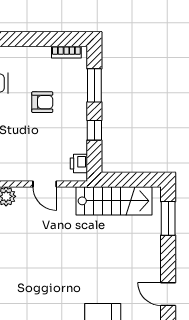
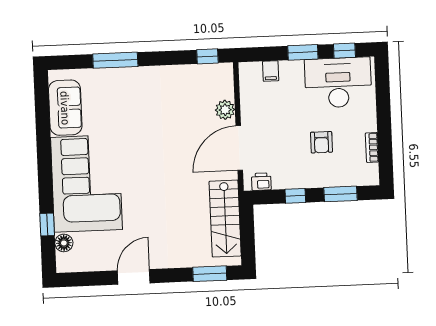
bookcase: (66, 52) -> (372, 147), moved
door: (45, 184) -> (239, 148), width x1.87
door: (168, 294) -> (134, 277), width x1.38

